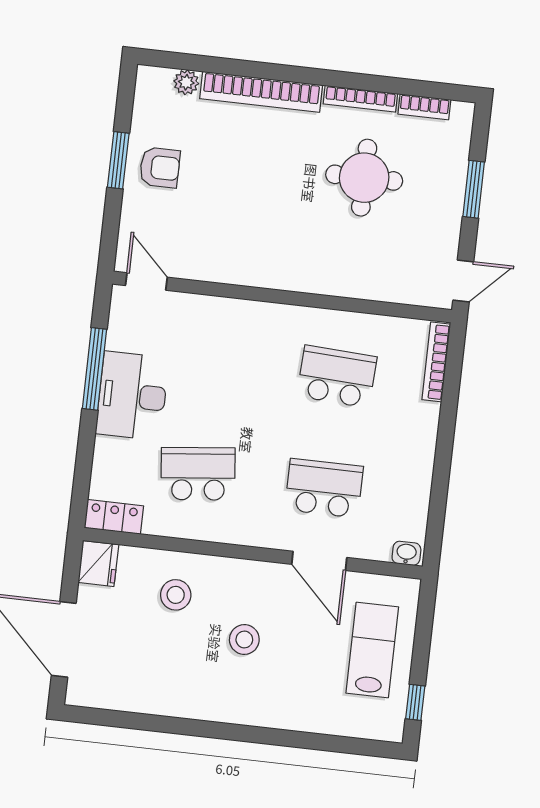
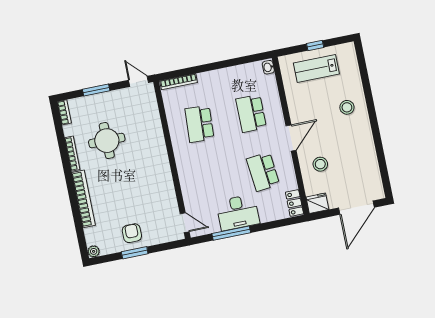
plant: (186, 82) -> (94, 251), moved
bookcase: (424, 107) -> (64, 112), moved
door: (146, 281) -> (185, 223), swing flipped
door: (319, 561) -> (291, 138), moved
stool: (244, 640) -> (347, 107), moved
window: (415, 702) -> (315, 45), moved

